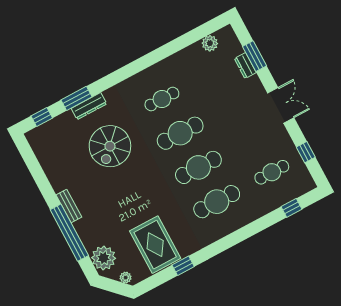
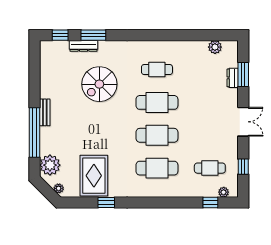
dresser: (89, 106) -> (83, 46), moved
plant: (299, 190) -> (224, 192), added

